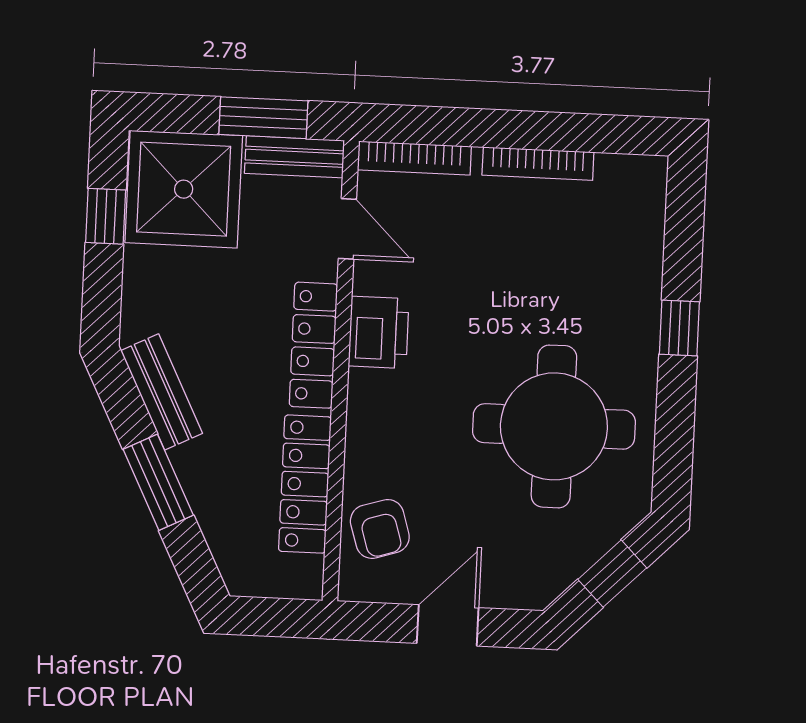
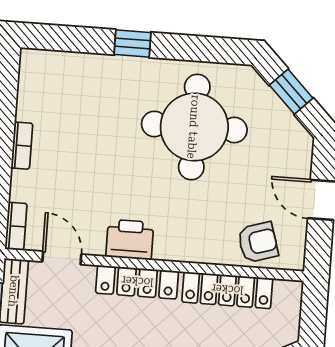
bookcase: (414, 158) -> (16, 226), width x0.64
bookcase: (538, 164) -> (22, 146), width x0.64
door: (347, 229) -> (62, 258), hinge flipped

